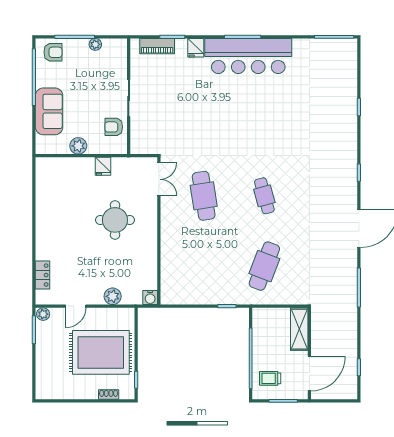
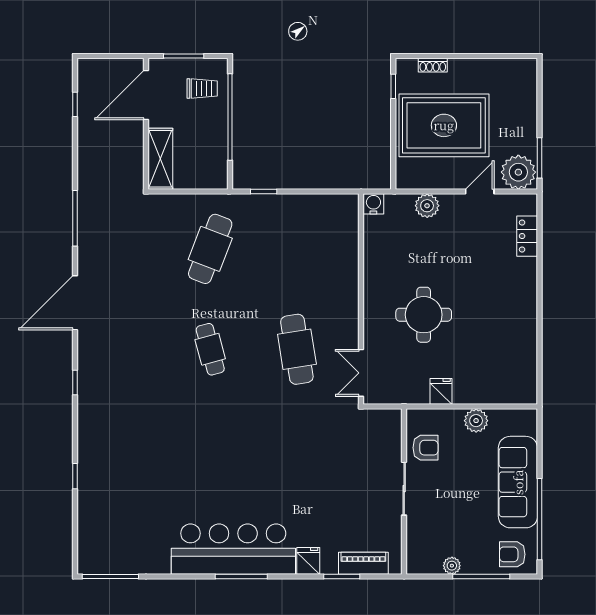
sofa: (49, 111) -> (518, 482), width x1.36
plant: (43, 314) -> (518, 172), width x1.87, depth x1.87

